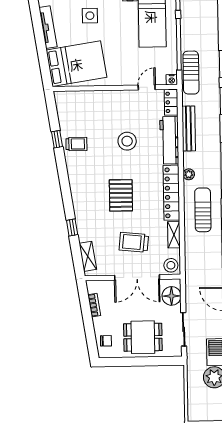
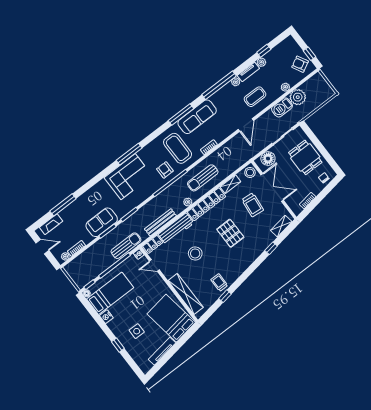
shelving: (91, 98) -> (186, 294), added
pallet: (121, 195) -> (230, 233), turned 90

